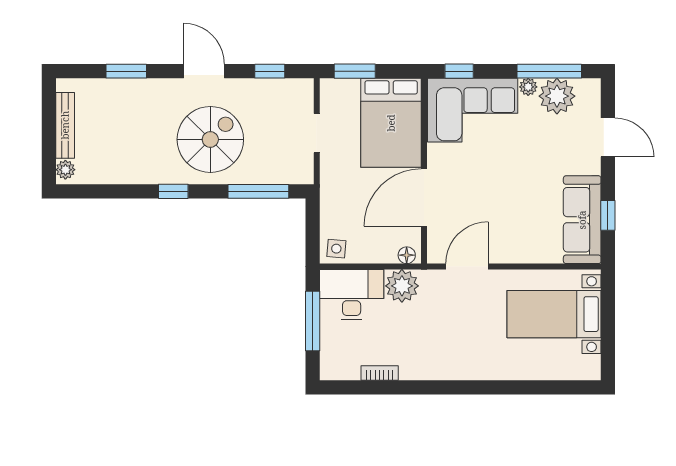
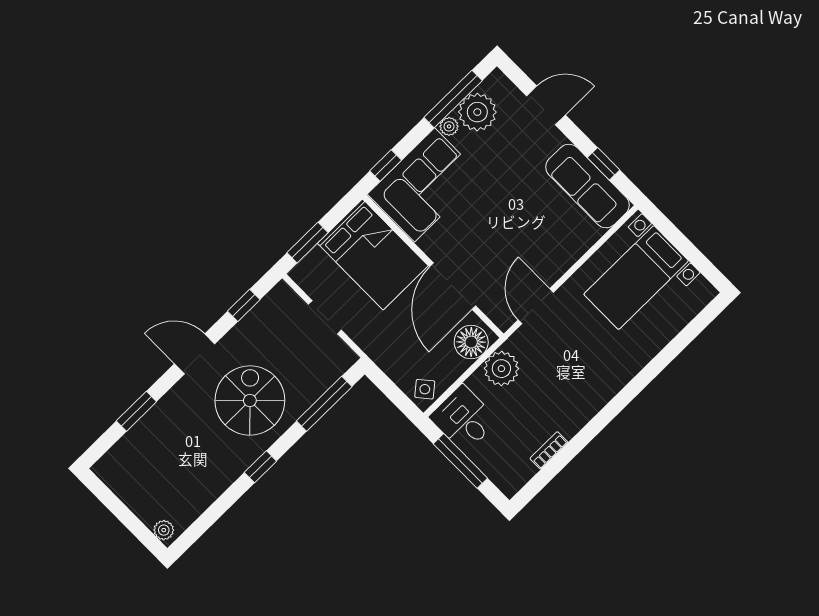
bench: (65, 125) -> (131, 497), removed
side table: (336, 249) -> (425, 389), turned 45
floor lamp: (407, 255) -> (471, 342), width x1.89, depth x1.89
desk: (352, 294) -> (464, 419), width x0.73

